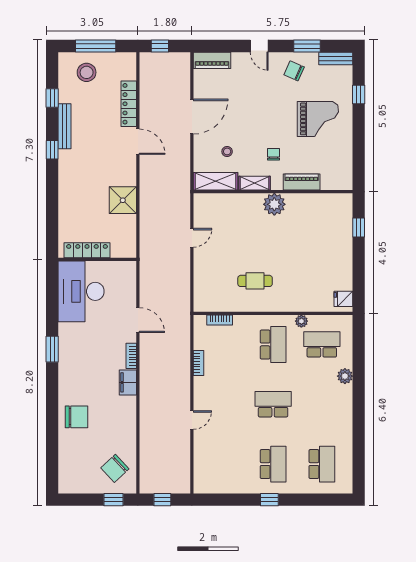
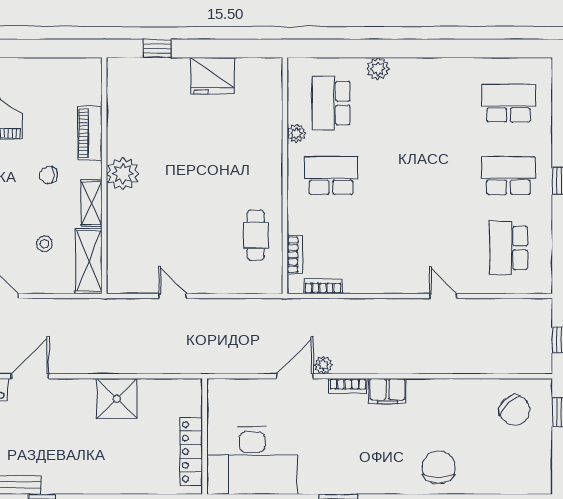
cafe table: (255, 281) -> (256, 235), moved
fridge: (343, 299) -> (212, 76), moved, width x1.88, depth x1.34
plant: (145, 339) -> (323, 365), added
bookcase: (198, 363) -> (323, 286), moved
school desk: (273, 404) -> (508, 248), moved

